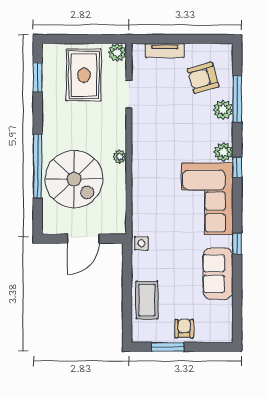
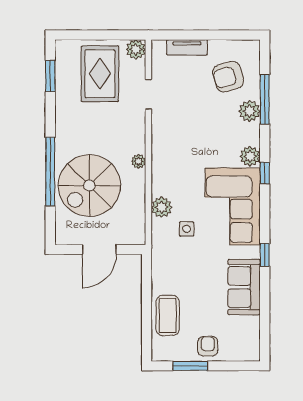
spiral stairs: (74, 179) -> (89, 185), turned 90
plant: (141, 199) -> (162, 207), added
side table: (141, 243) -> (187, 229), moved

